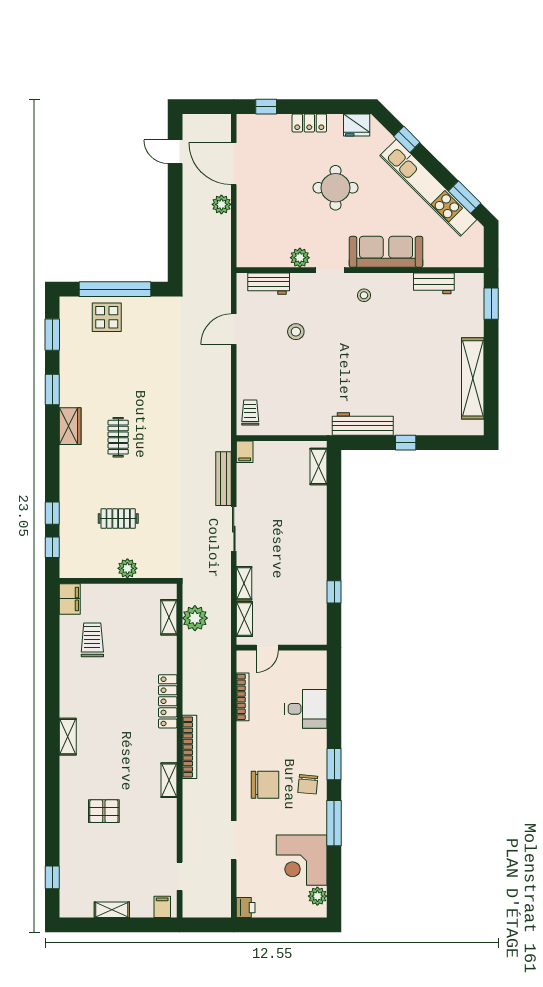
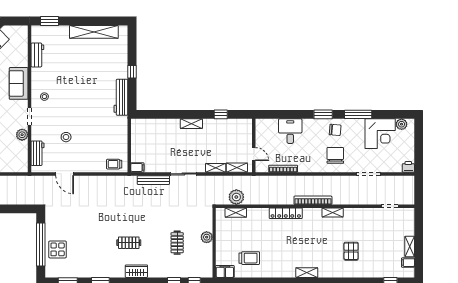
sofa: (386, 252) -> (19, 83), width x0.73
wardrobe: (70, 426) -> (136, 271), moved
shelving: (319, 466) -> (191, 124), moved
trolley: (92, 640) -> (249, 258), turned 180
filing cabinet: (162, 907) -> (408, 263), moved

